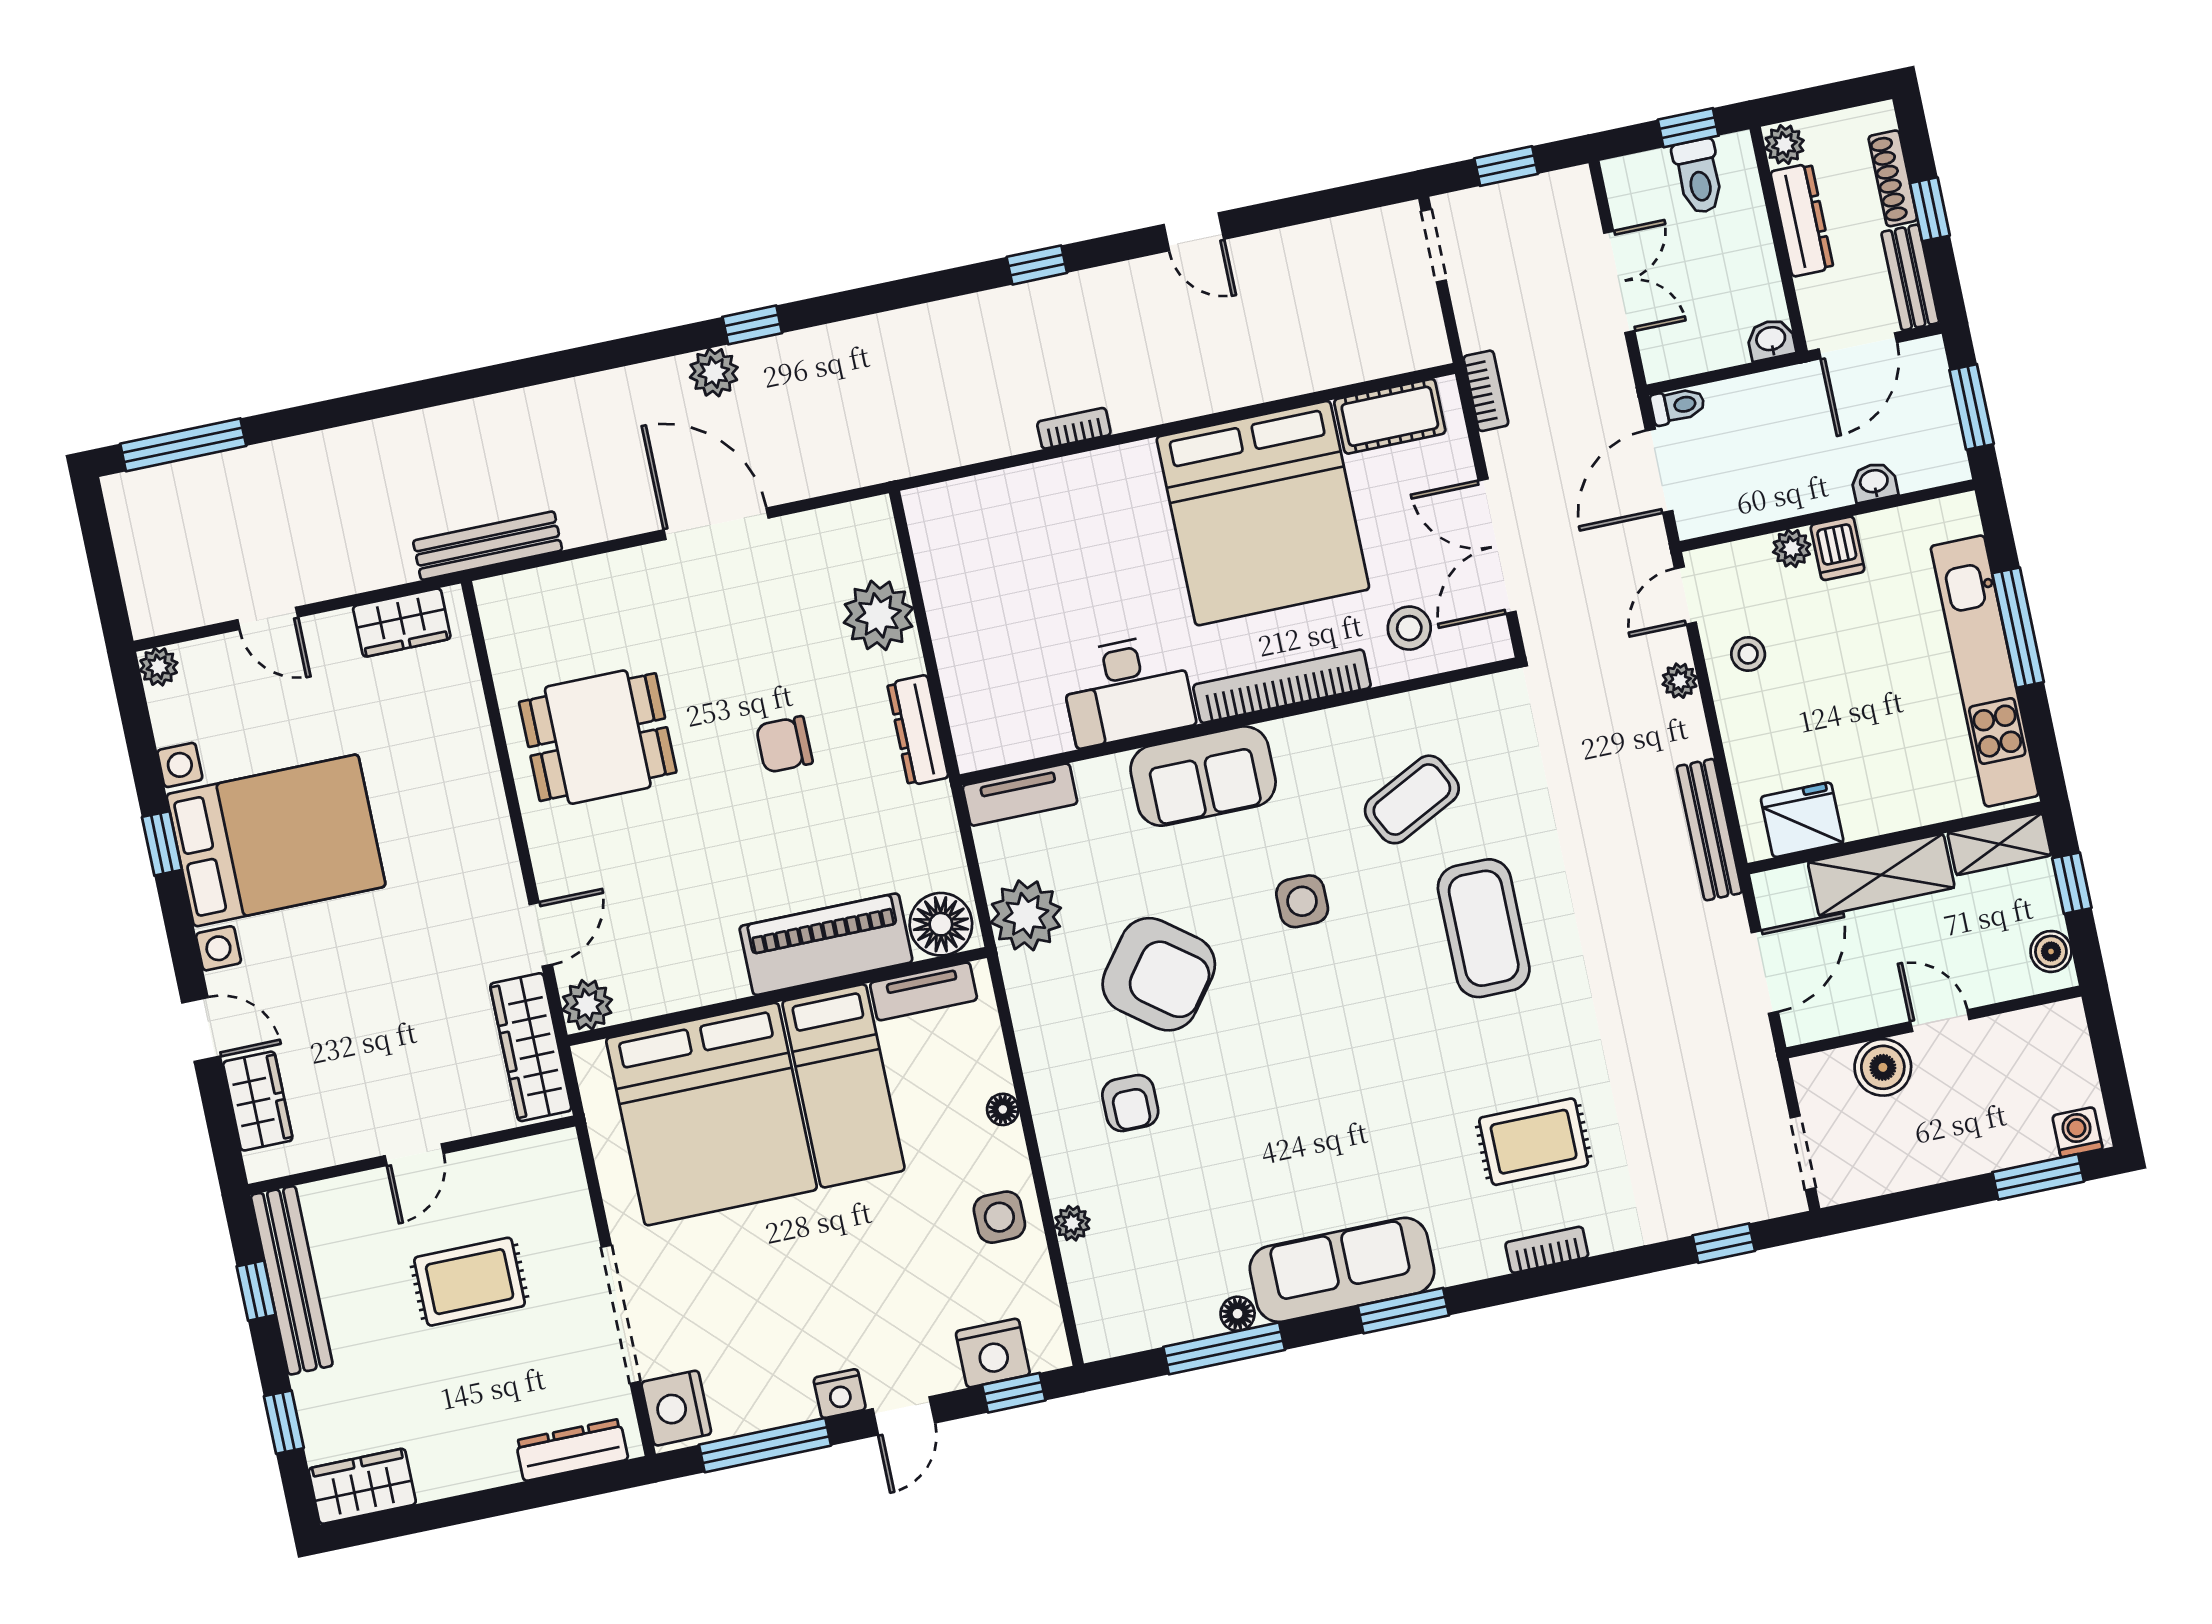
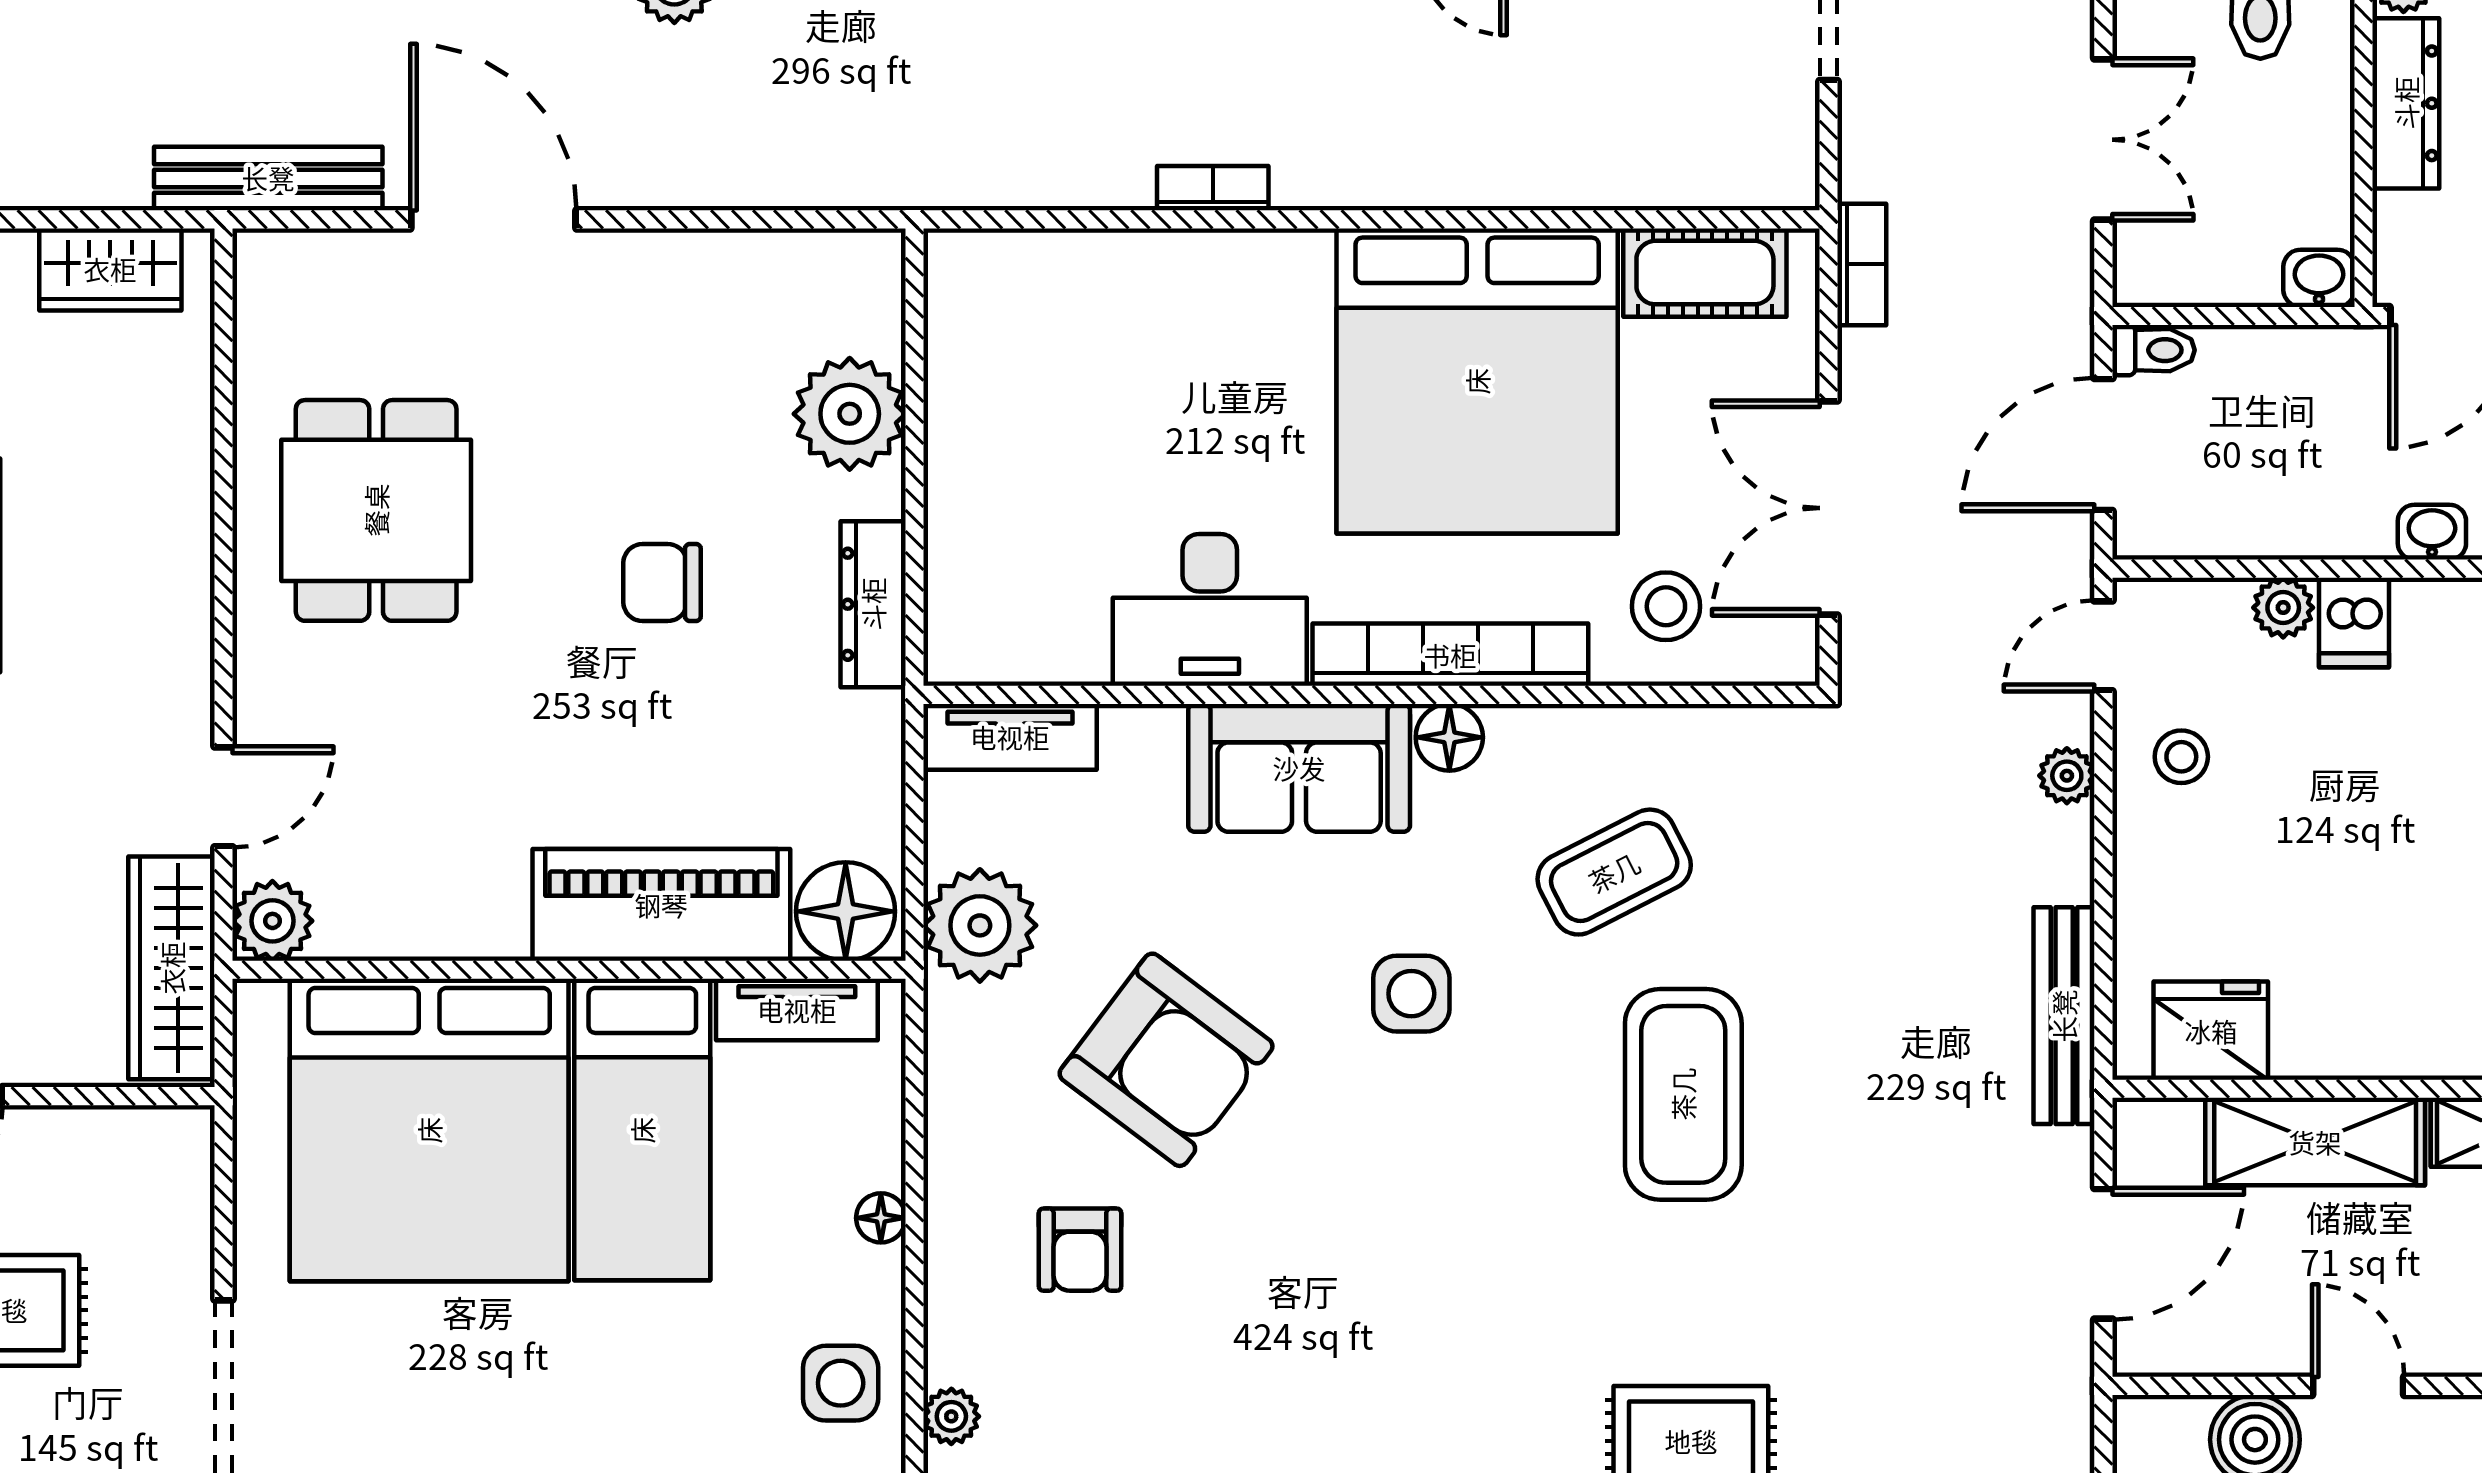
door: (716, 524) -> (493, 219), moved
dining table: (598, 737) -> (376, 510), turned 90
floor lamp: (1292, 738) -> (1449, 737), added

